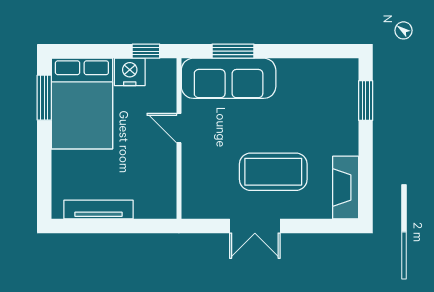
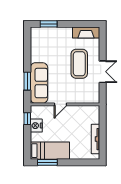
bed: (82, 104) -> (50, 151), width x0.67

